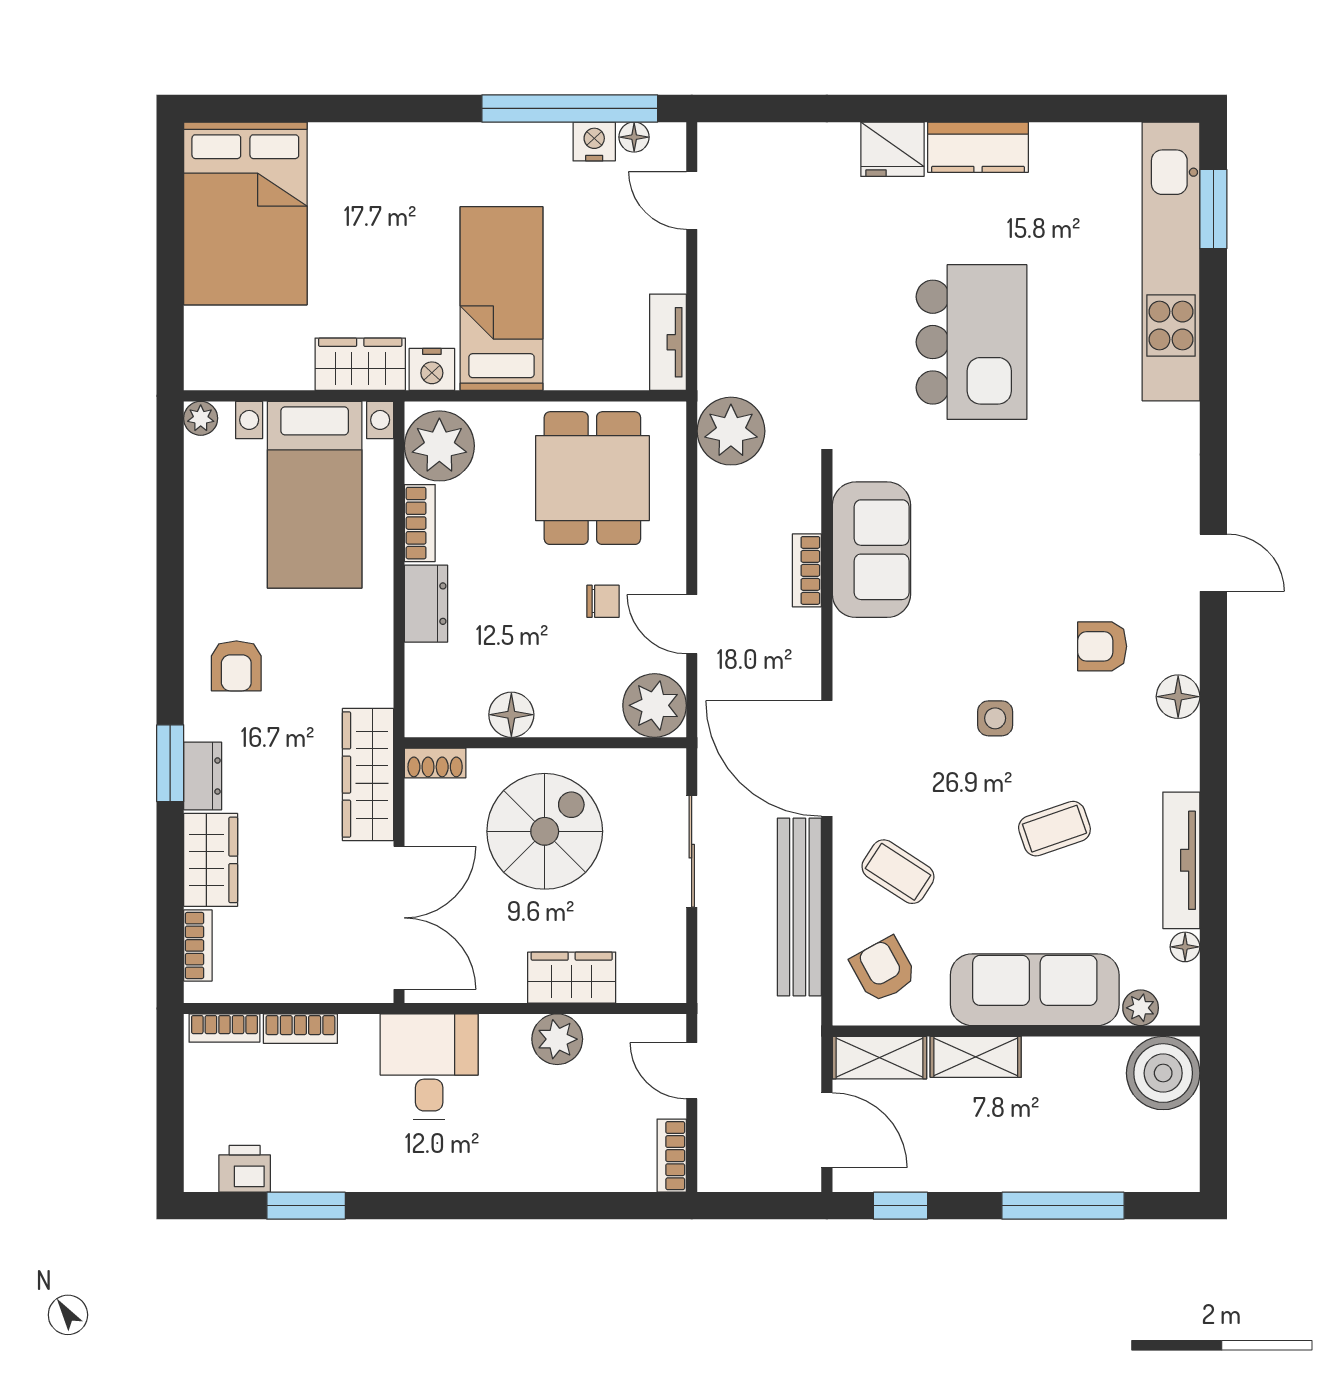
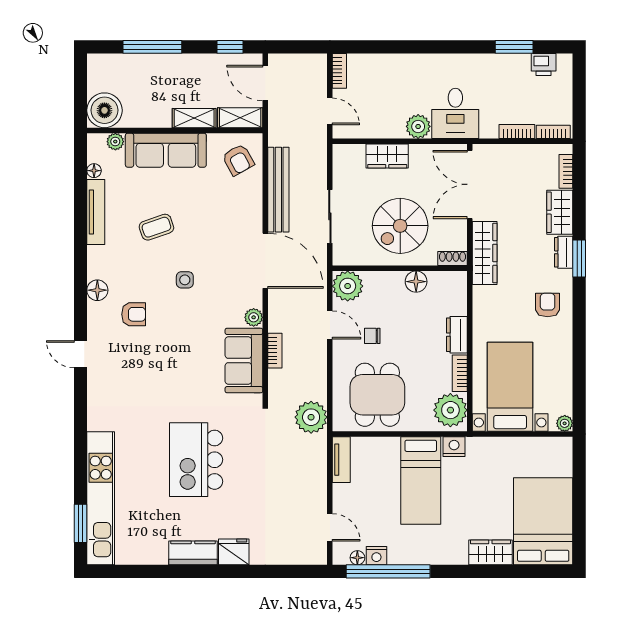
wardrobe: (360, 364) -> (490, 552), moved, turned 180
plant: (851, 640) -> (254, 317), added
coffee table: (898, 872) -> (231, 207), removed
plant: (557, 1039) -> (418, 126), moved

